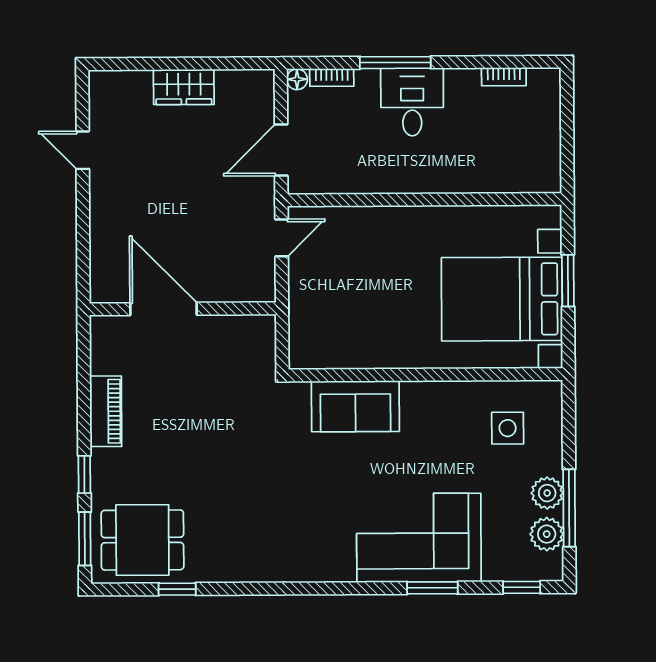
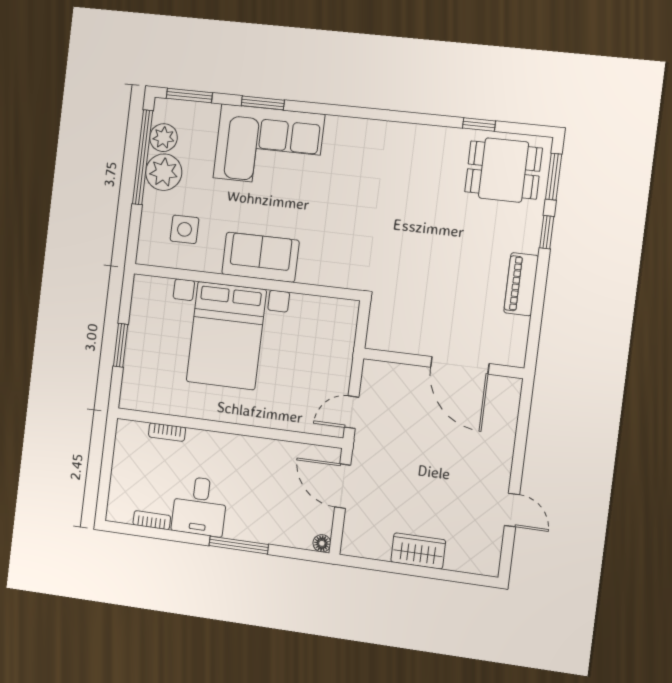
bookcase: (332, 78) -> (167, 432), moved, turned 180
desk: (412, 102) -> (200, 506), moved
door: (281, 150) -> (343, 486), swing flipped
bed with nightstands: (502, 299) -> (226, 336), moved, turned 90
sofa: (355, 406) -> (260, 257), moved
plant: (547, 493) -> (164, 172), width x1.36, depth x1.36
window: (569, 508) -> (143, 157), width x1.46
window: (522, 587) -> (189, 95), width x1.50

